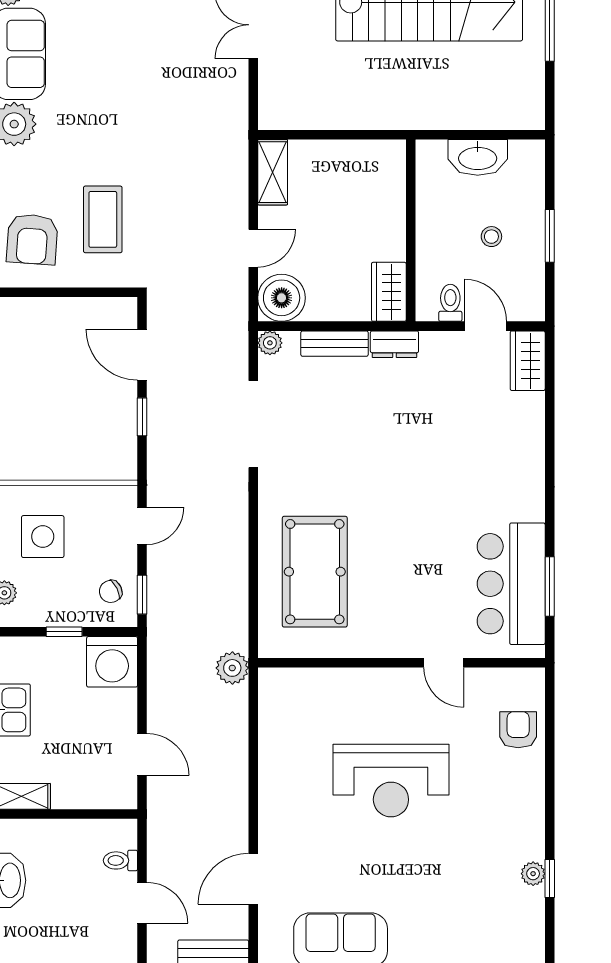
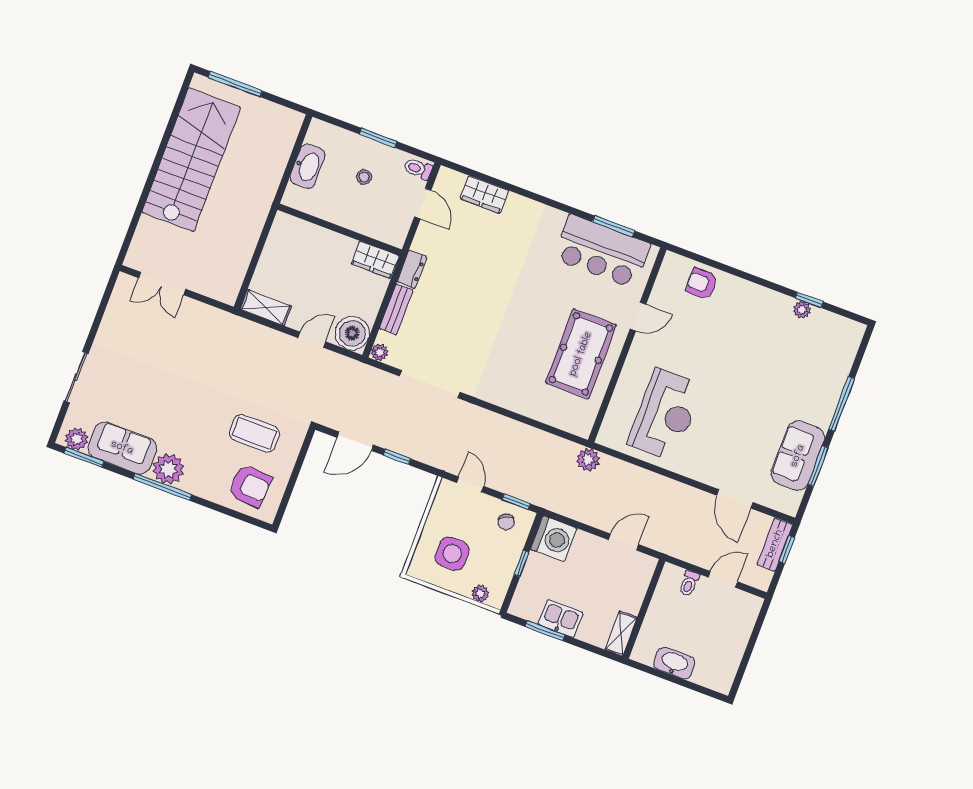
door: (253, 248) -> (312, 340), hinge flipped
toilet: (450, 303) -> (418, 169), moved
door: (486, 326) -> (423, 203), swing flipped
wardrobe: (528, 361) -> (484, 195), moved
pool table: (315, 572) -> (581, 354), moved, turned 90
reception desk: (391, 781) -> (665, 415), moved

